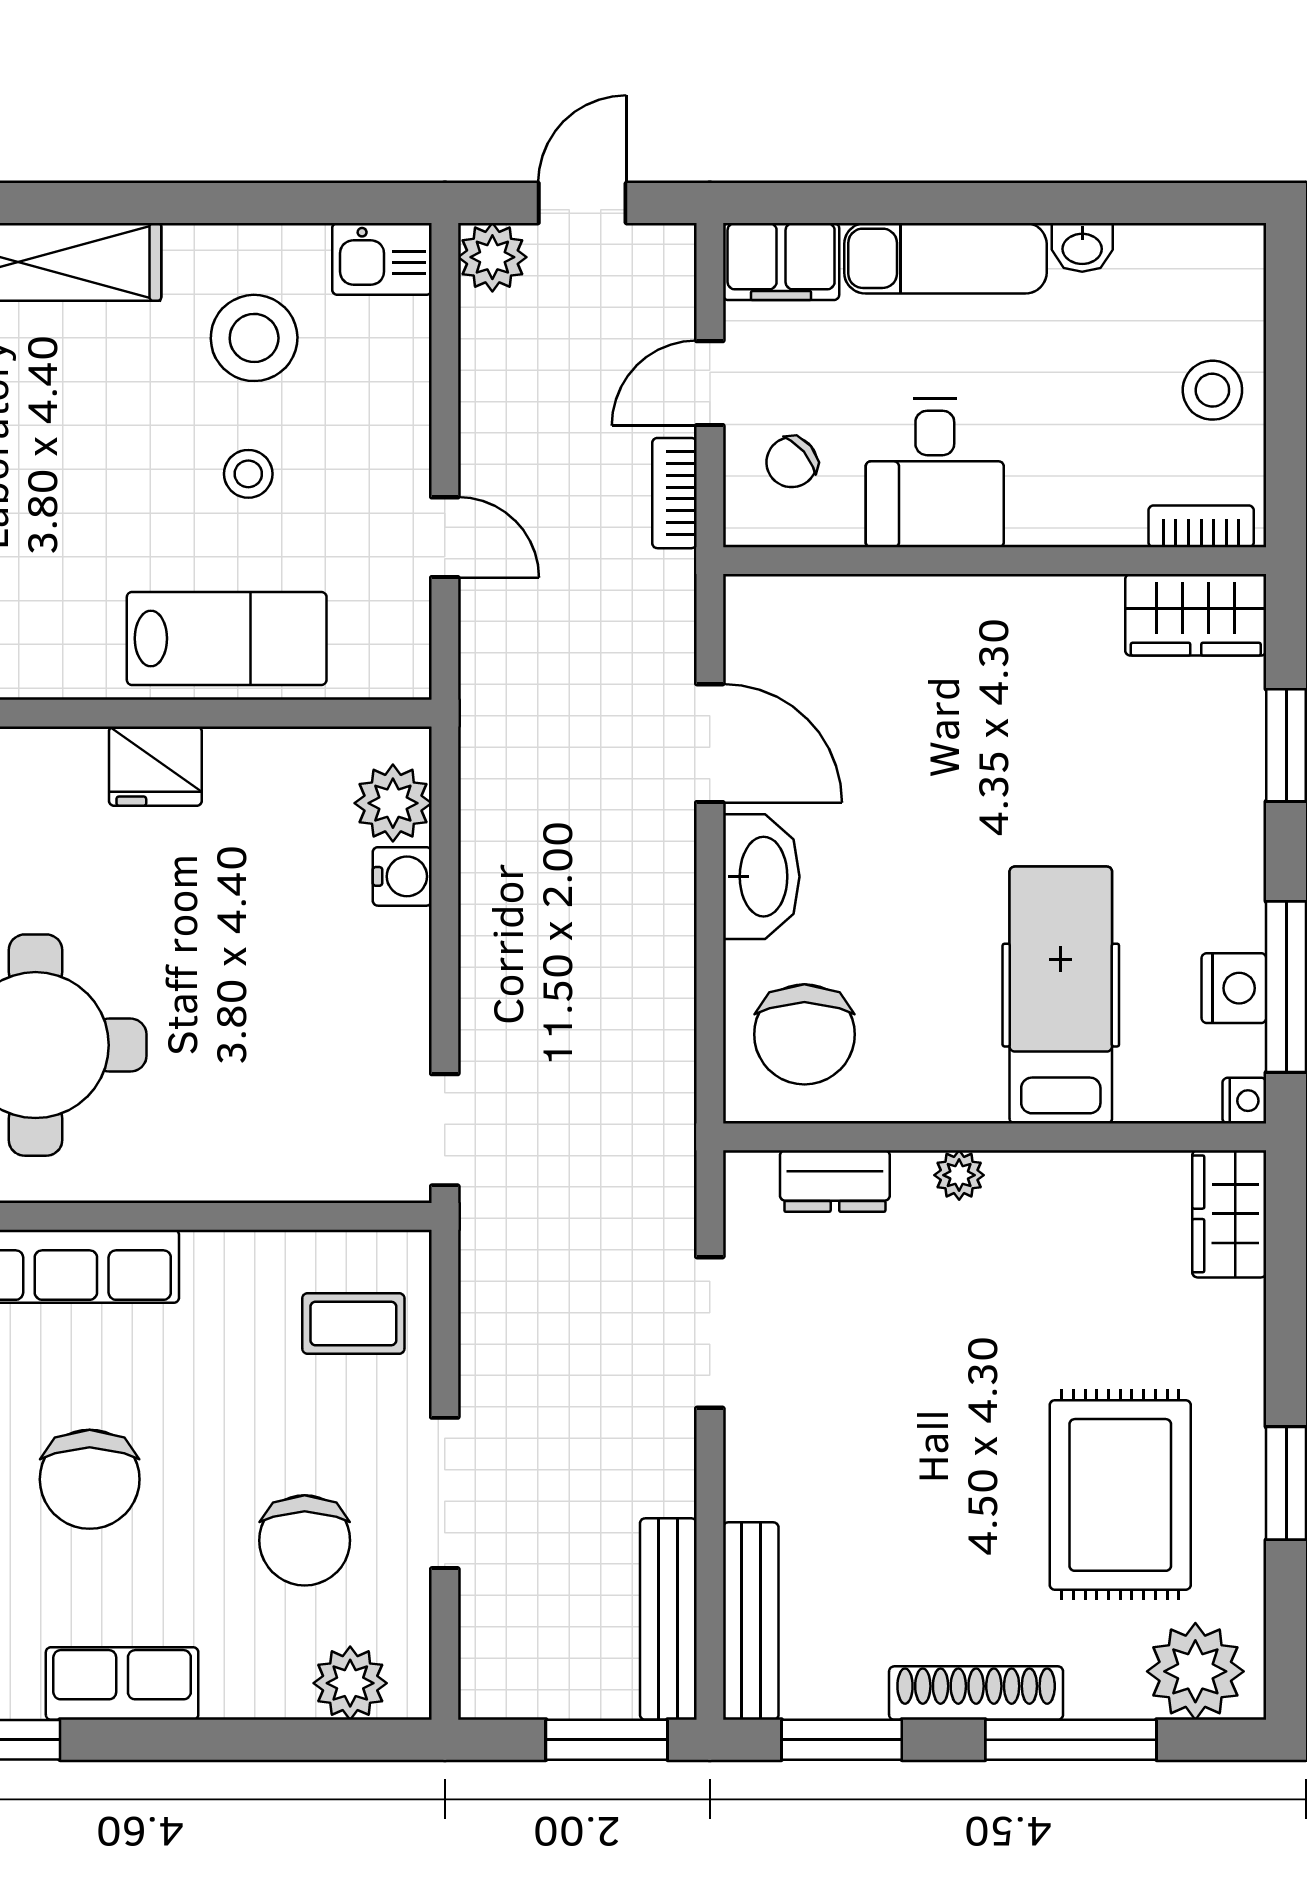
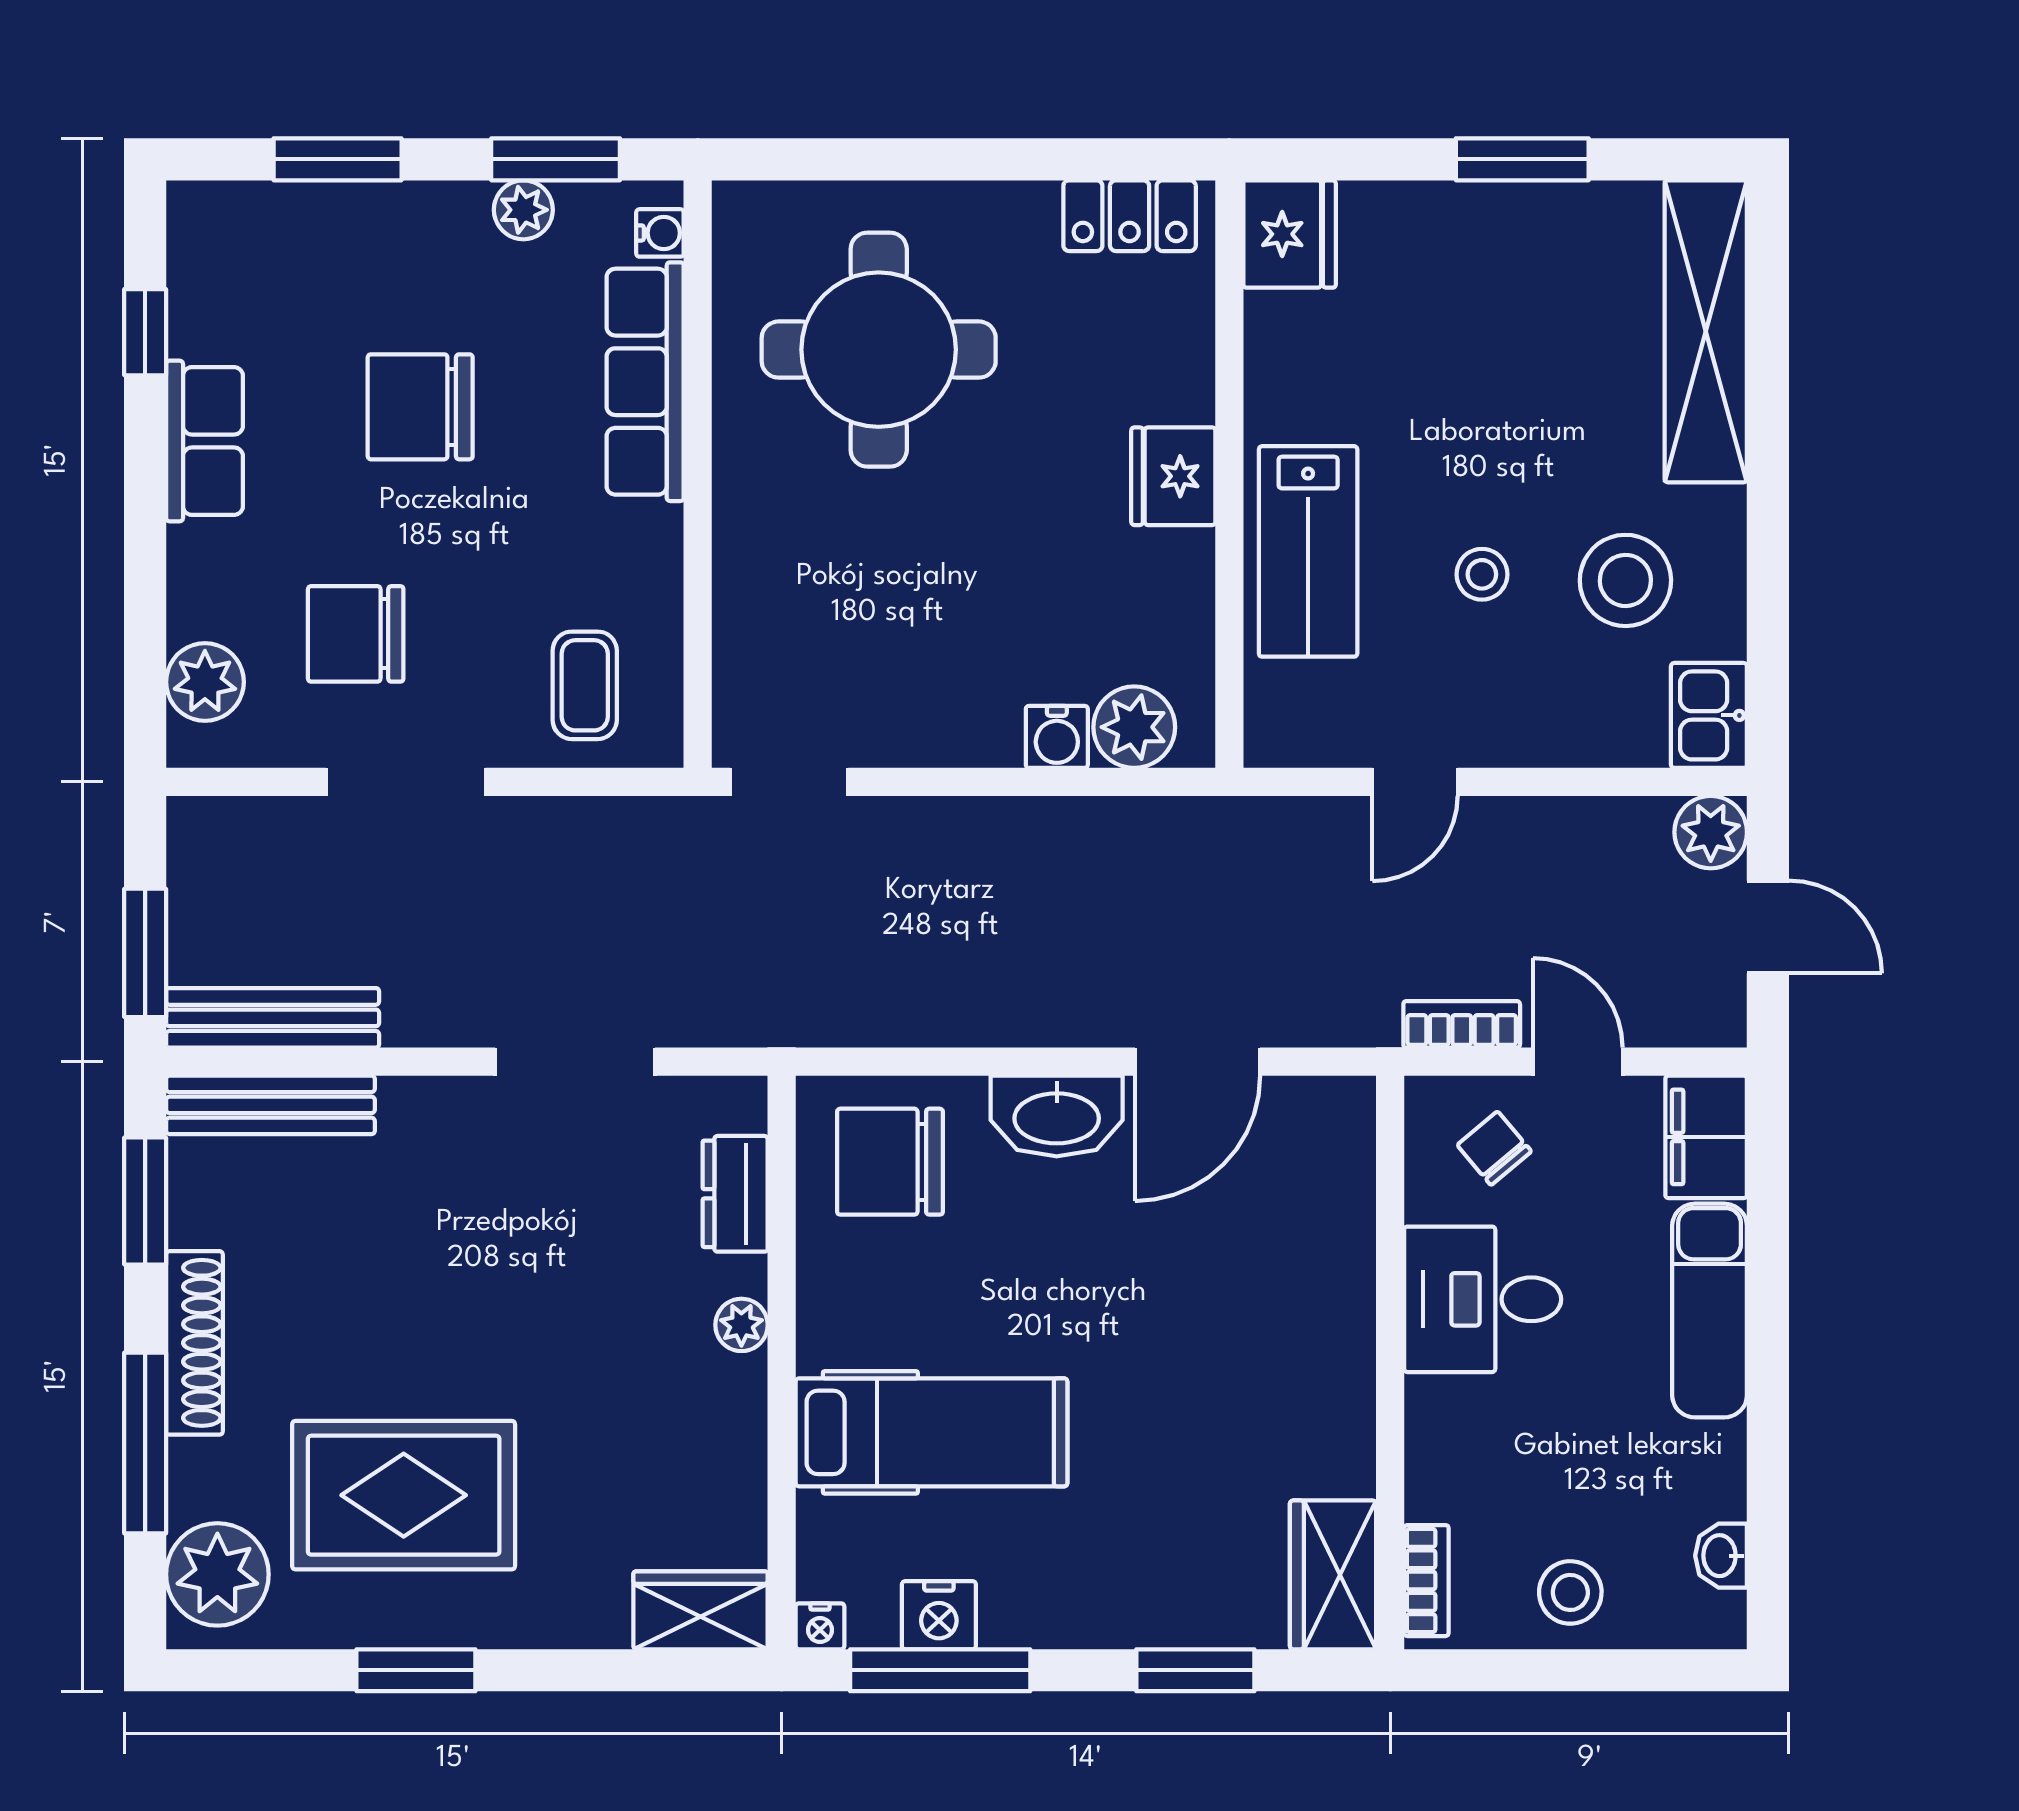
washbasin: (1082, 247) -> (1721, 1556), moved

